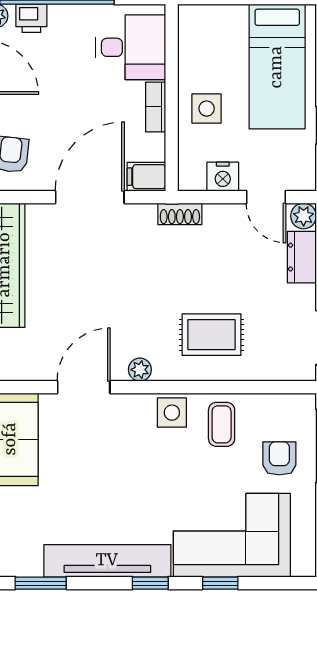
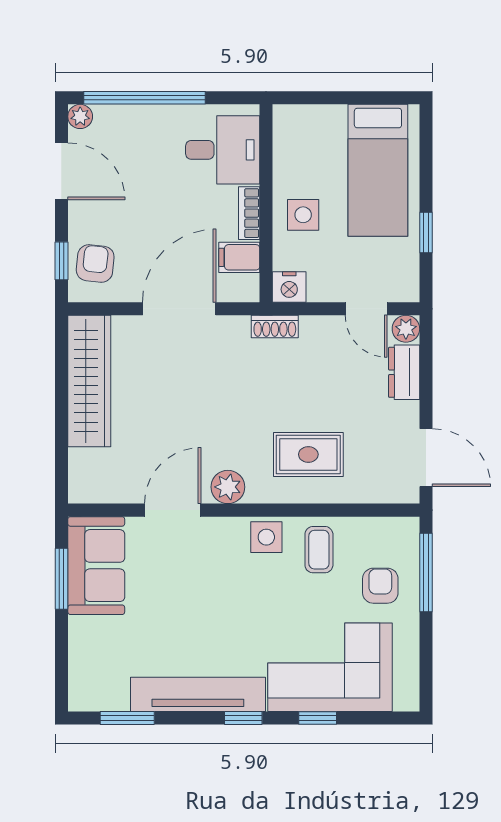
printer: (31, 18) -> (117, 119), removed
filing cabinet: (146, 177) -> (239, 257), moved
nightstand: (223, 177) -> (289, 287), moved
plant: (140, 370) -> (228, 487), width x1.38, depth x1.38

